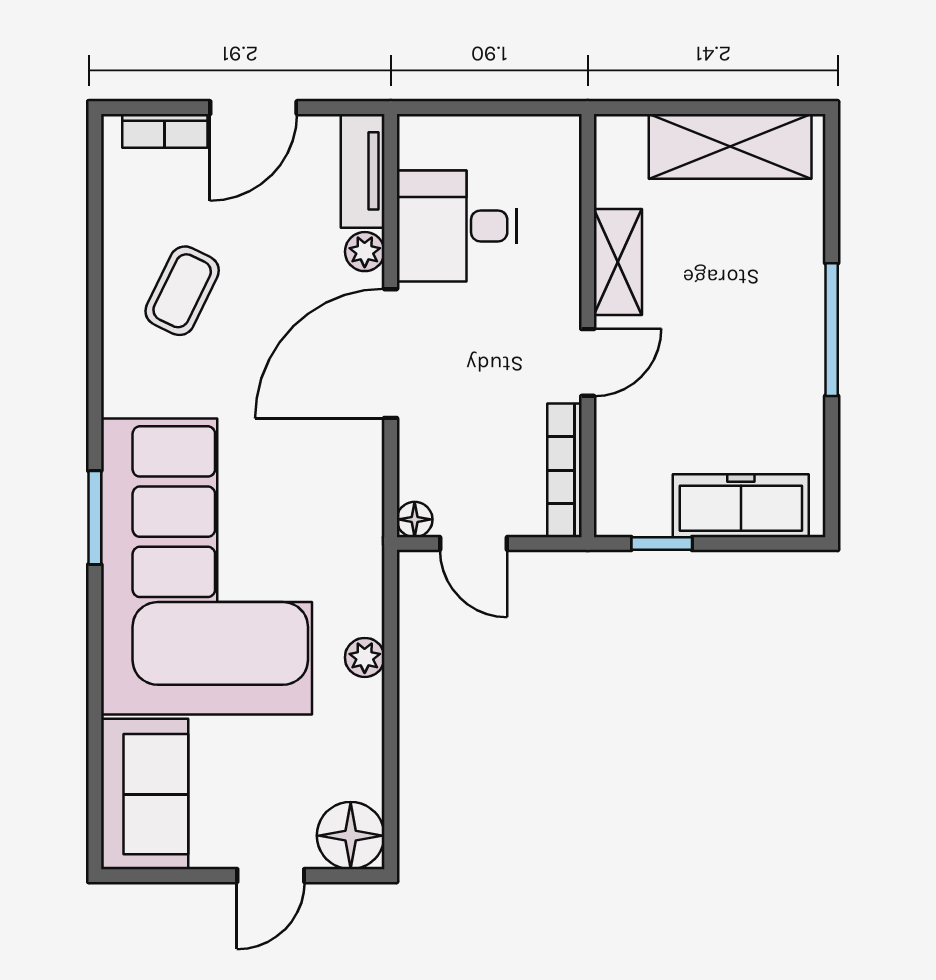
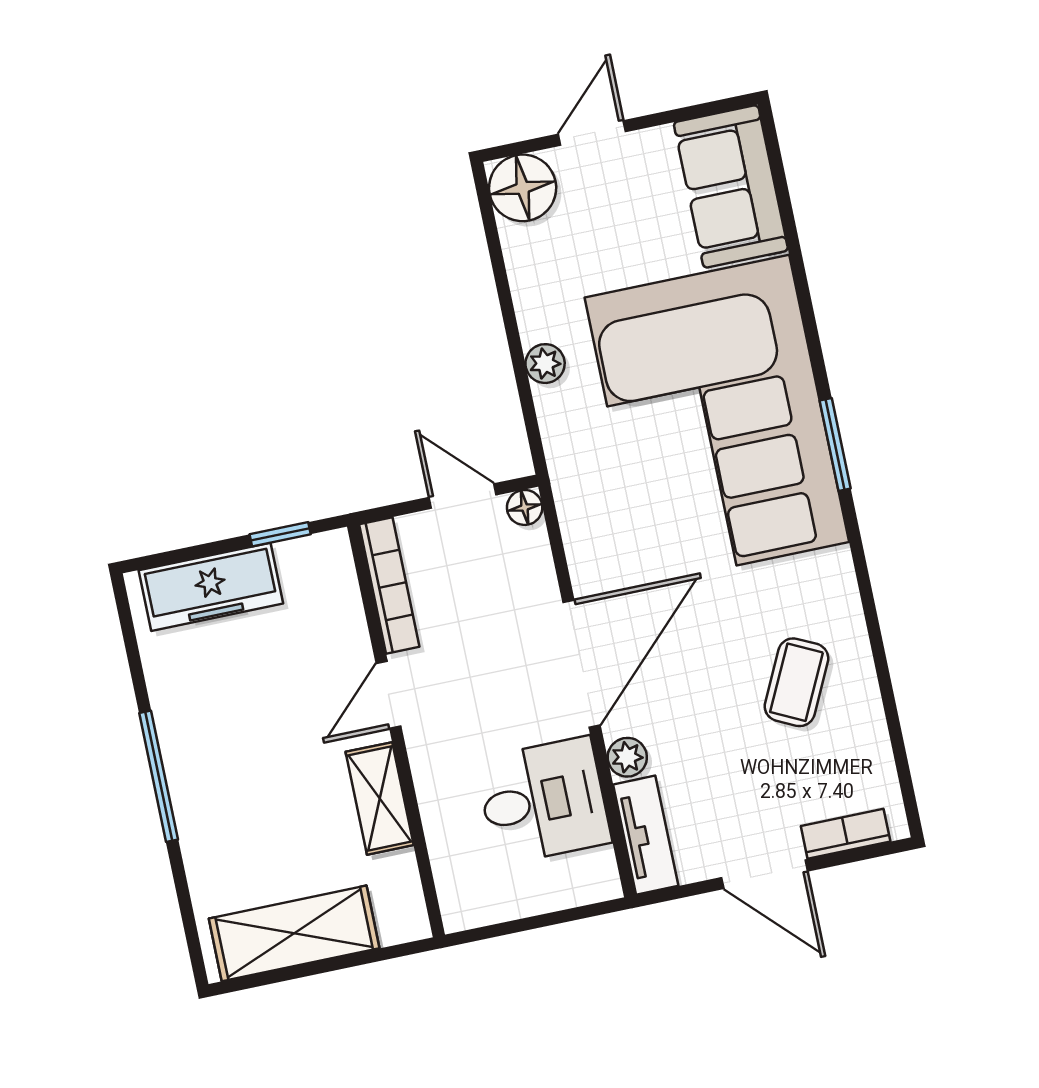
door: (253, 108) -> (764, 874), swing flipped

